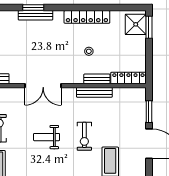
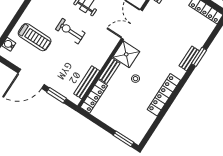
bench: (35, 15) -> (189, 58), width x0.73
shower: (136, 24) -> (126, 54), moved
bench: (94, 92) -> (87, 82), moved

